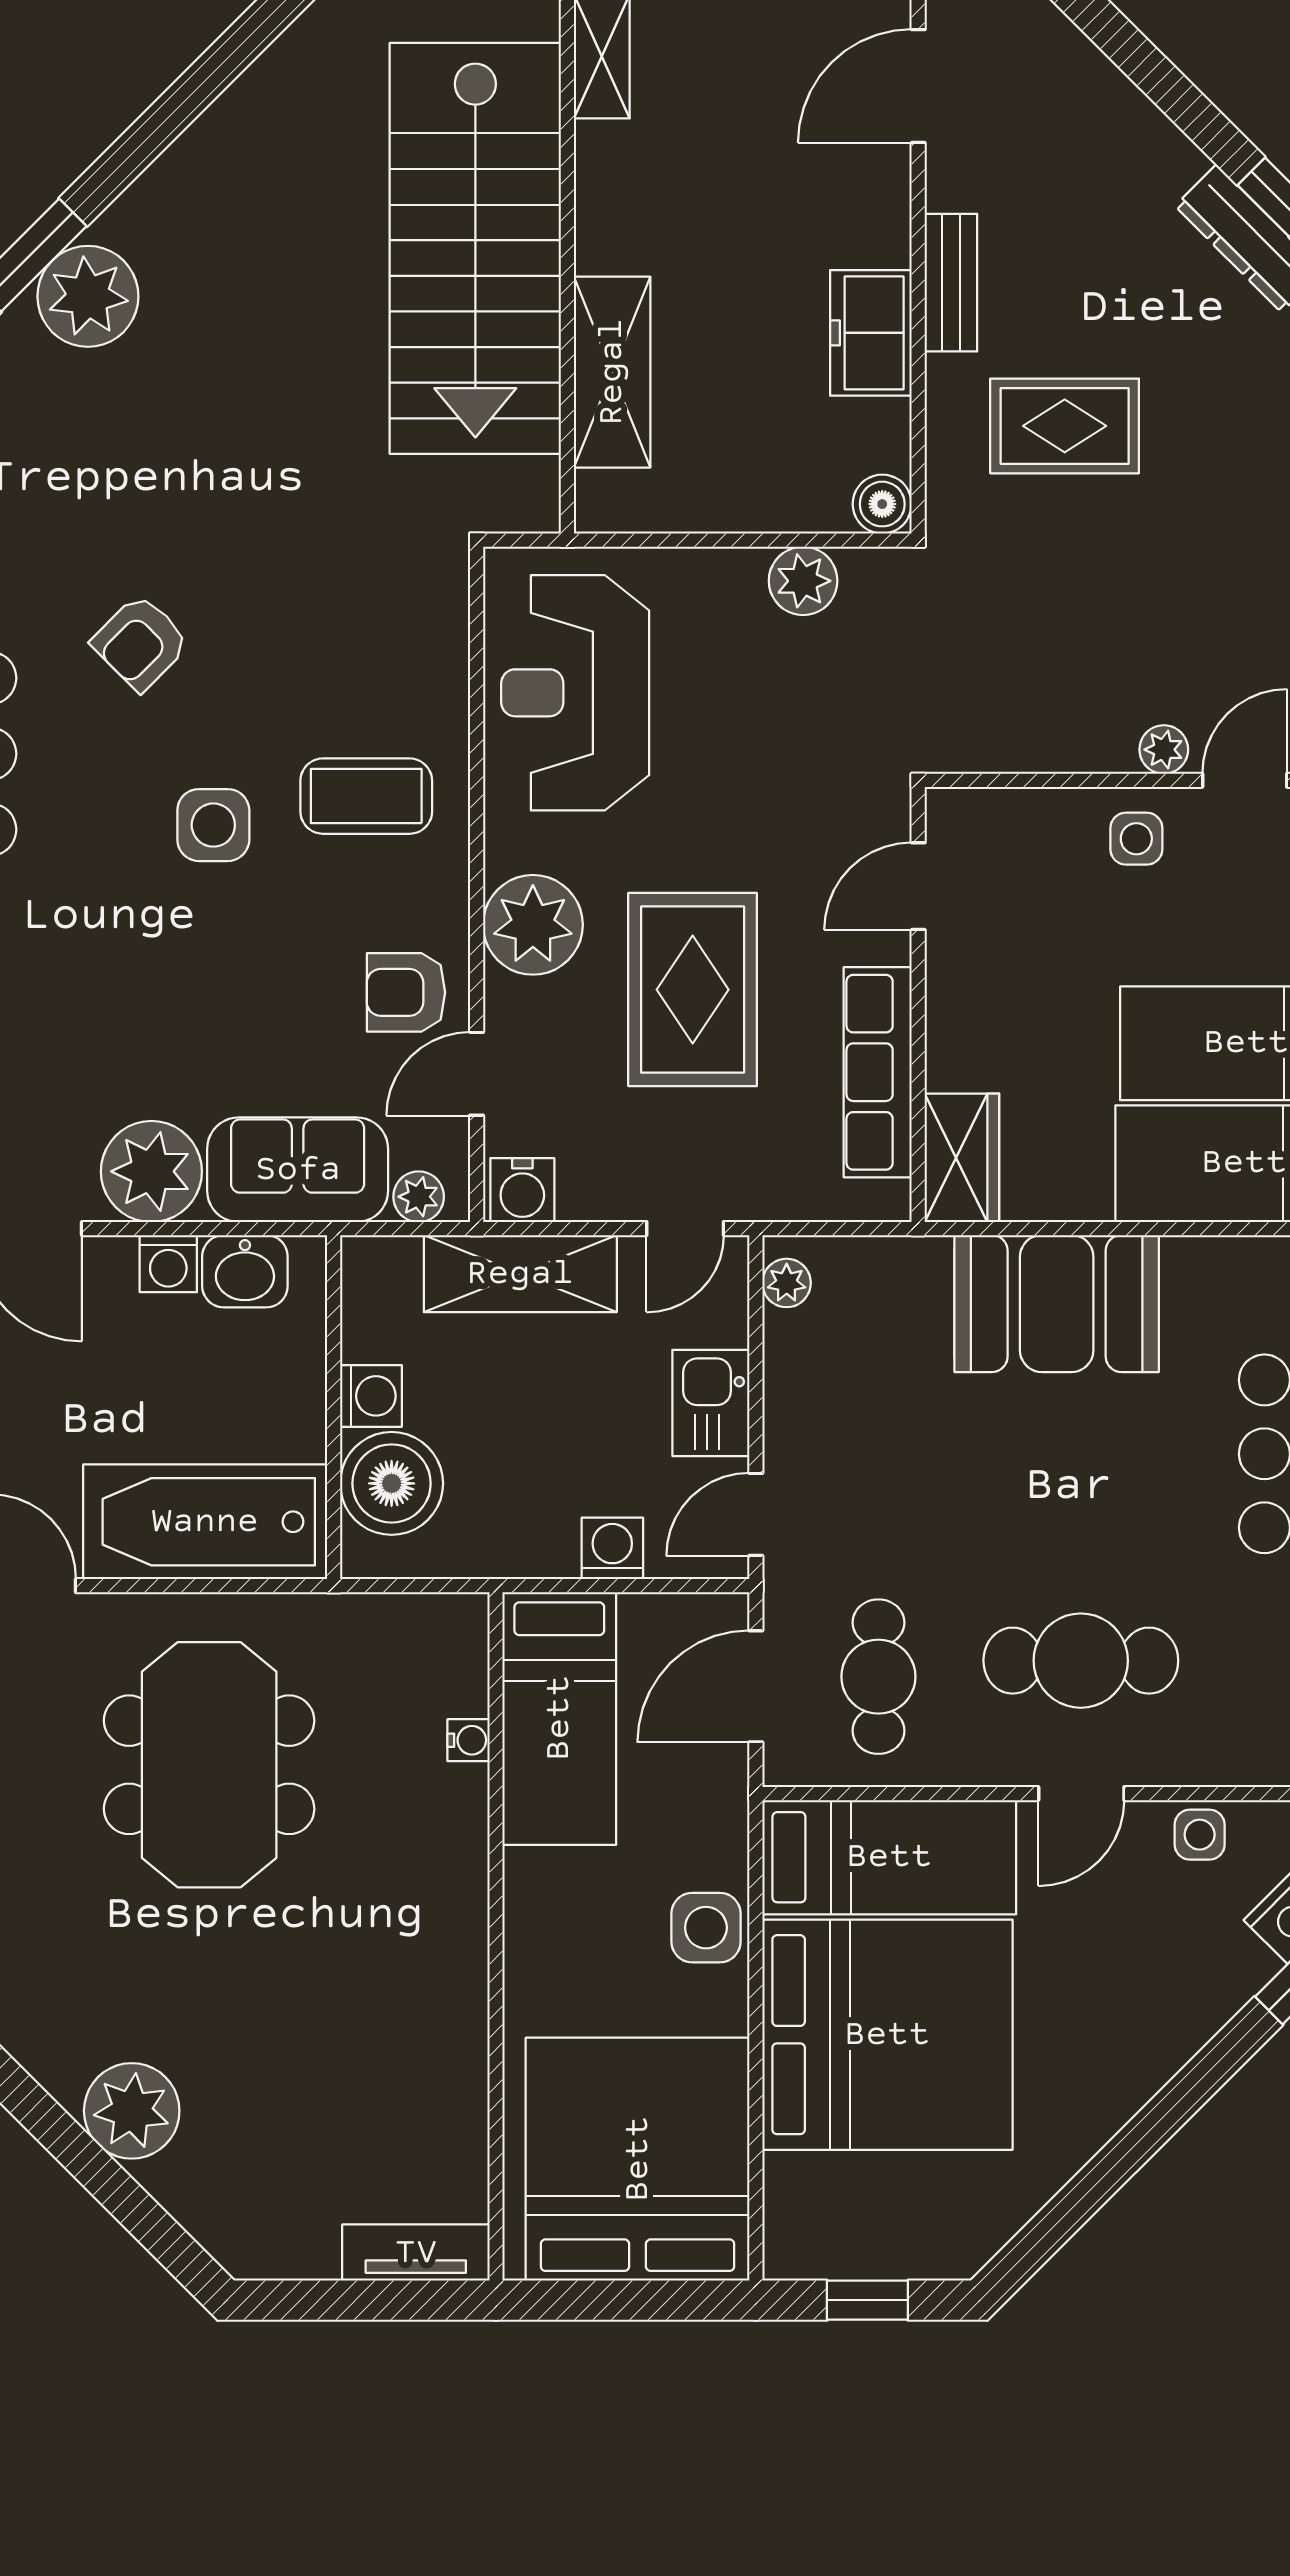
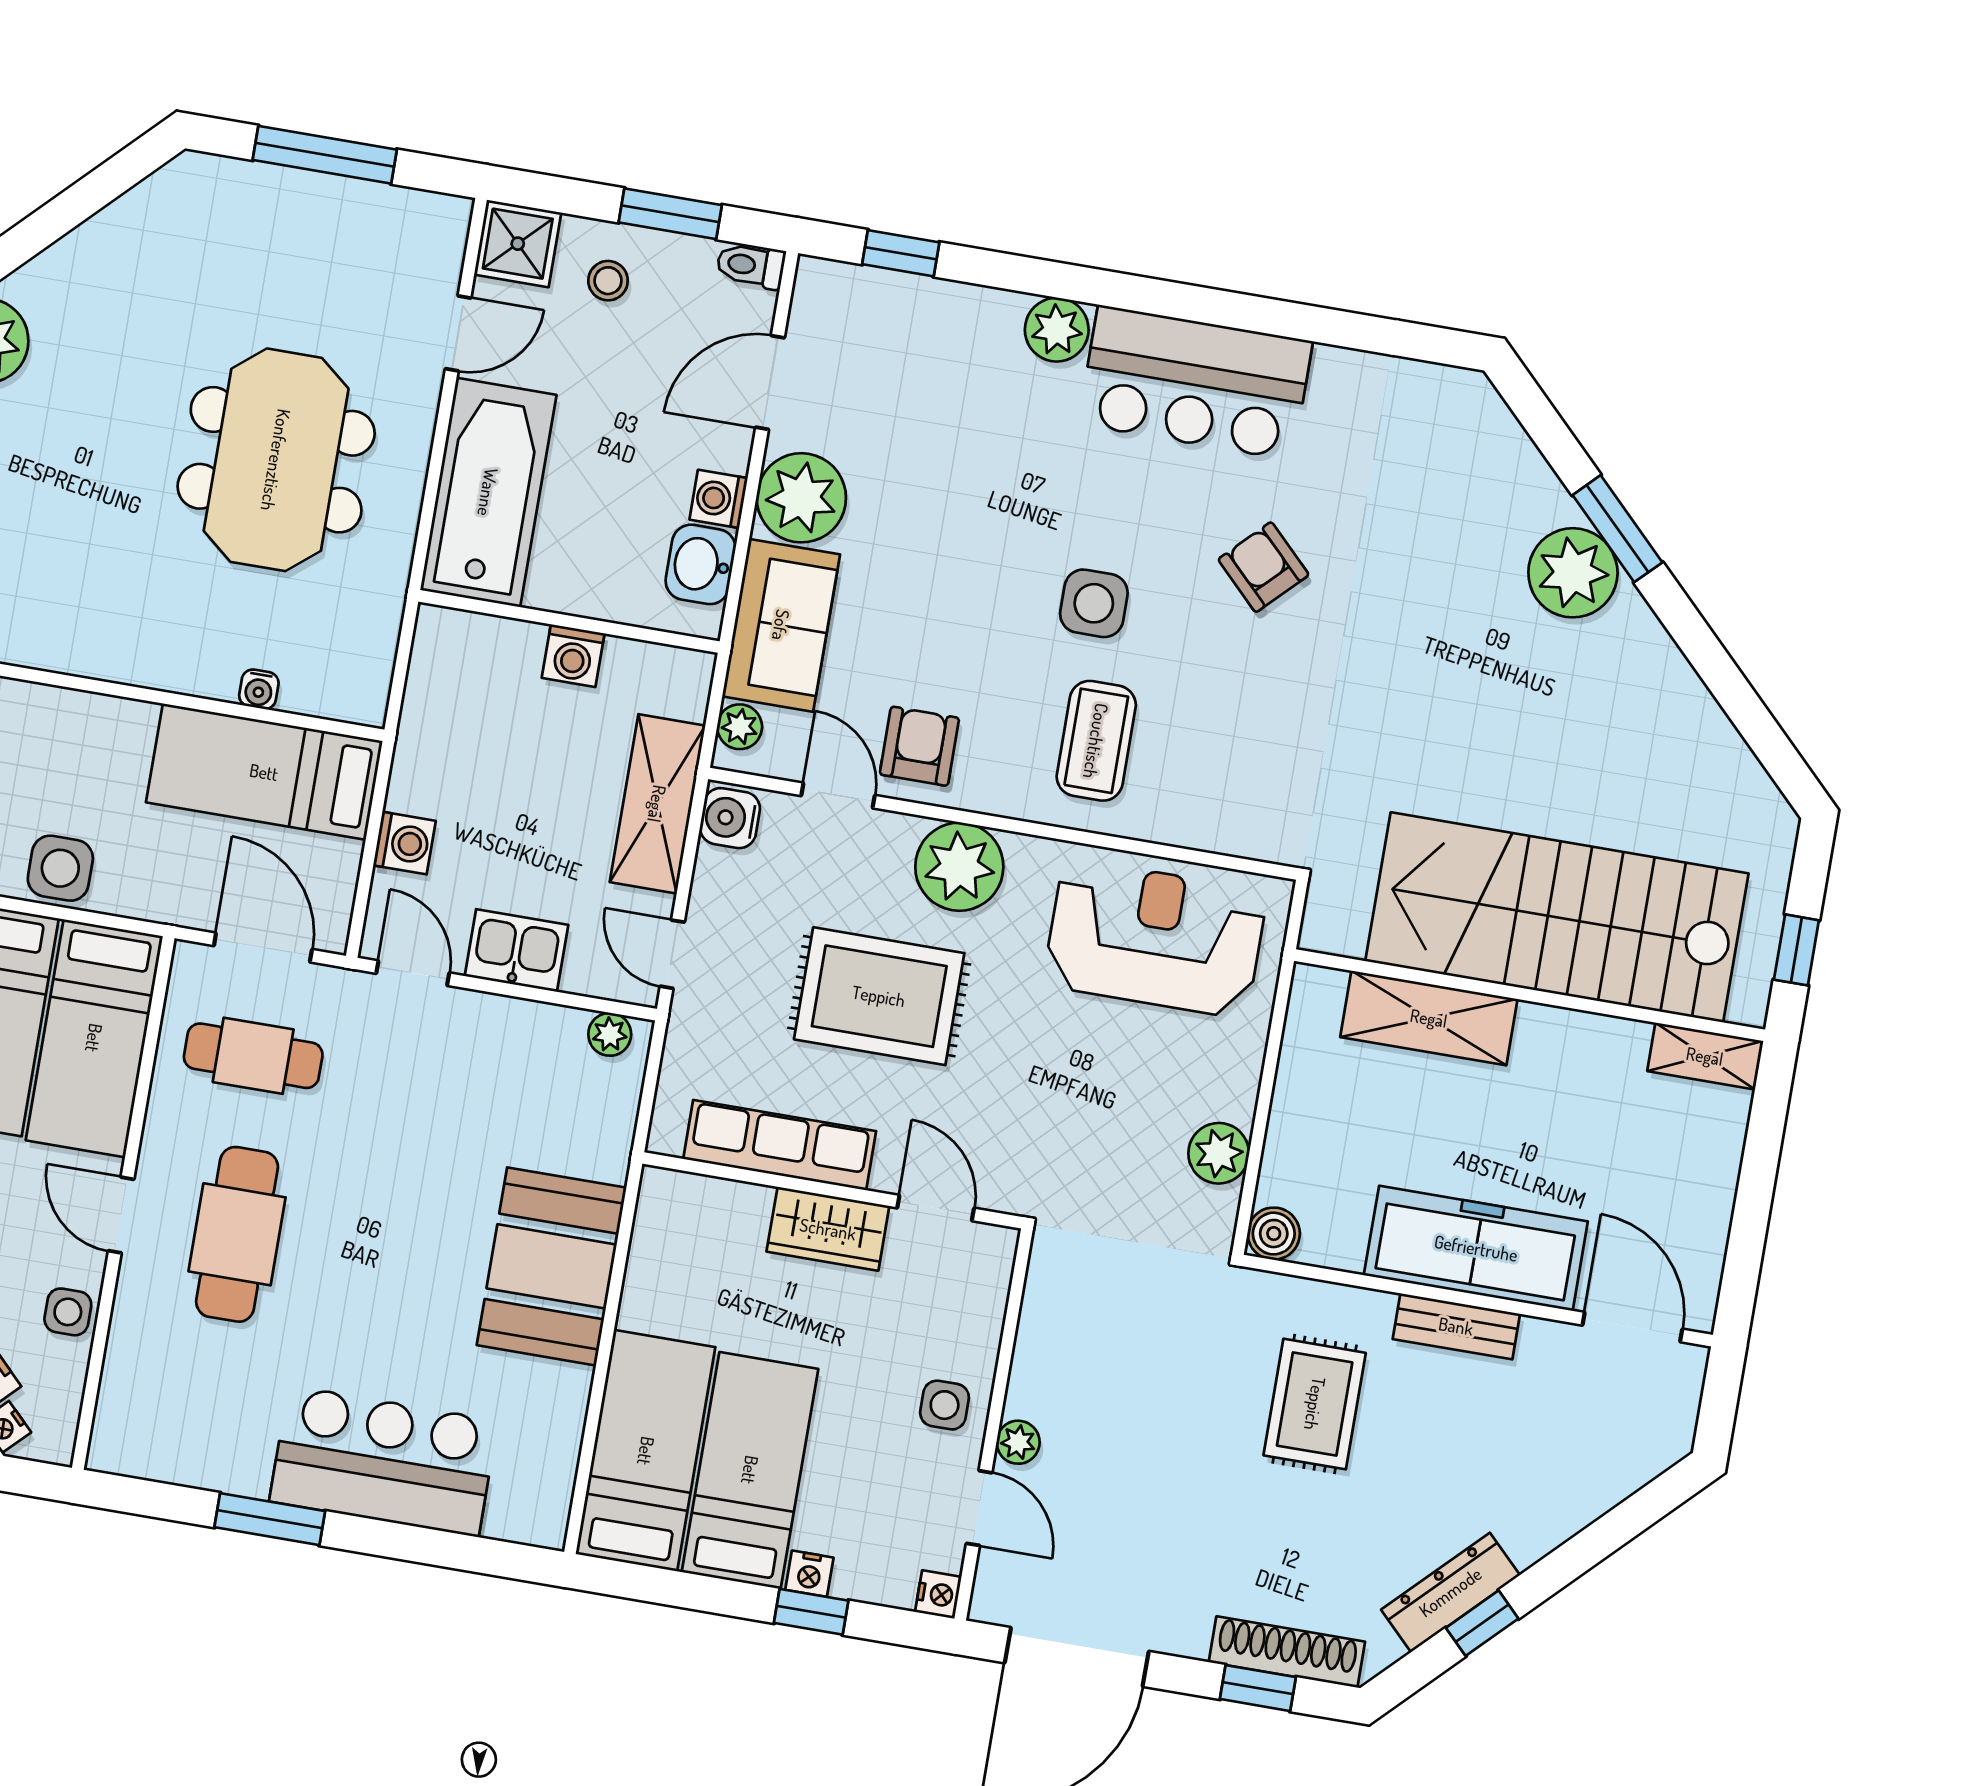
freezer: (871, 333) -> (1476, 1248), width x1.91, depth x1.26
wardrobe: (962, 1158) -> (828, 1229), moved
boiler: (392, 1483) -> (494, 661), removed
meeting table: (209, 1765) -> (276, 460), turned 90

